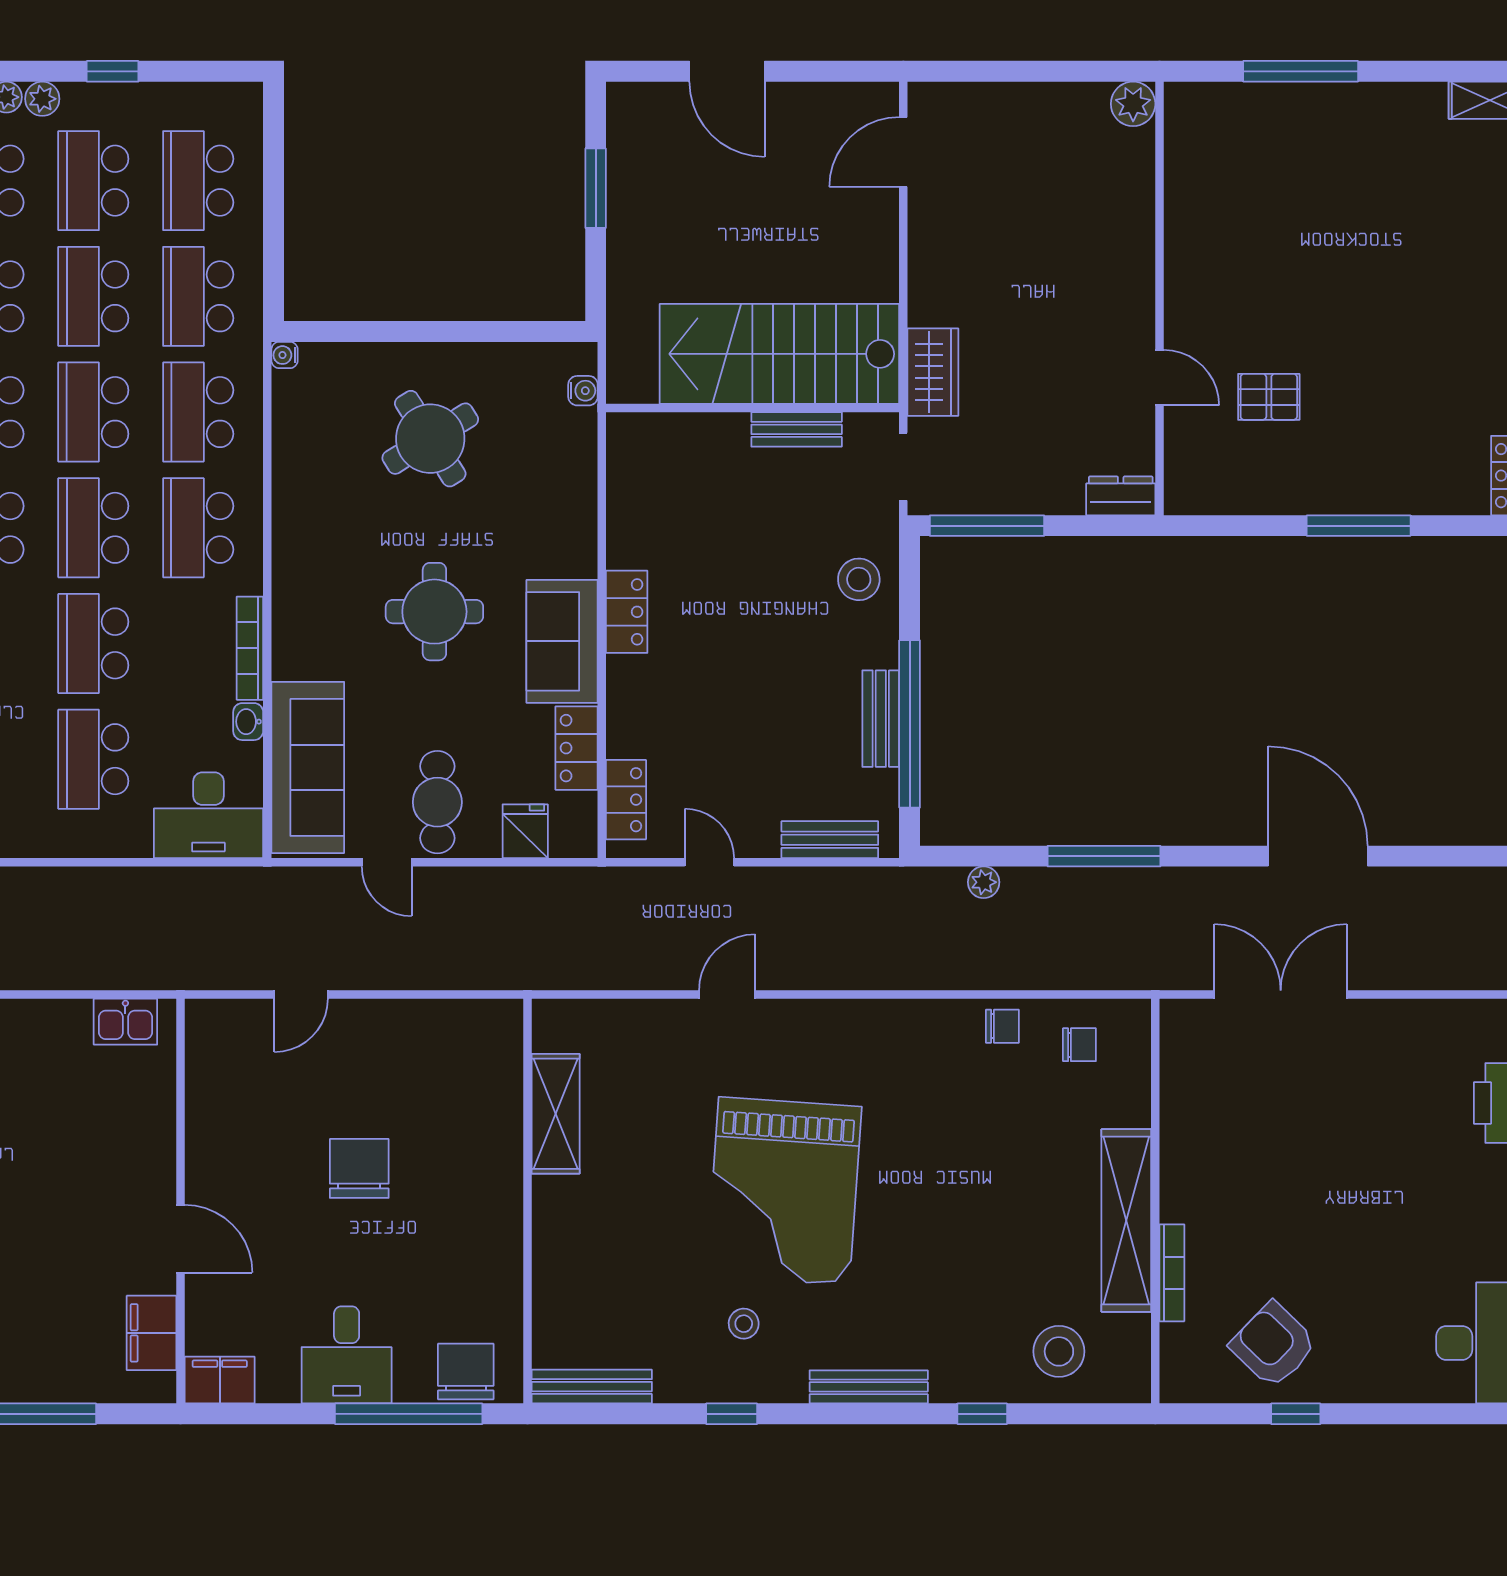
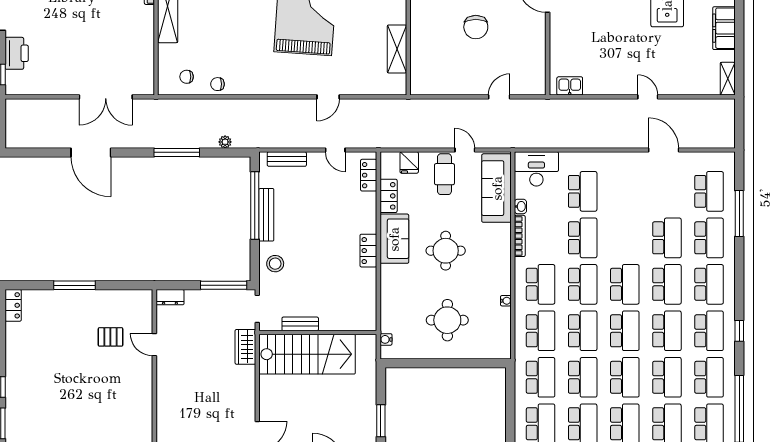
water cooler: (285, 355) -> (506, 301), moved
round table: (430, 439) -> (447, 320), turned 32
bench: (881, 719) -> (266, 215), width x1.36

